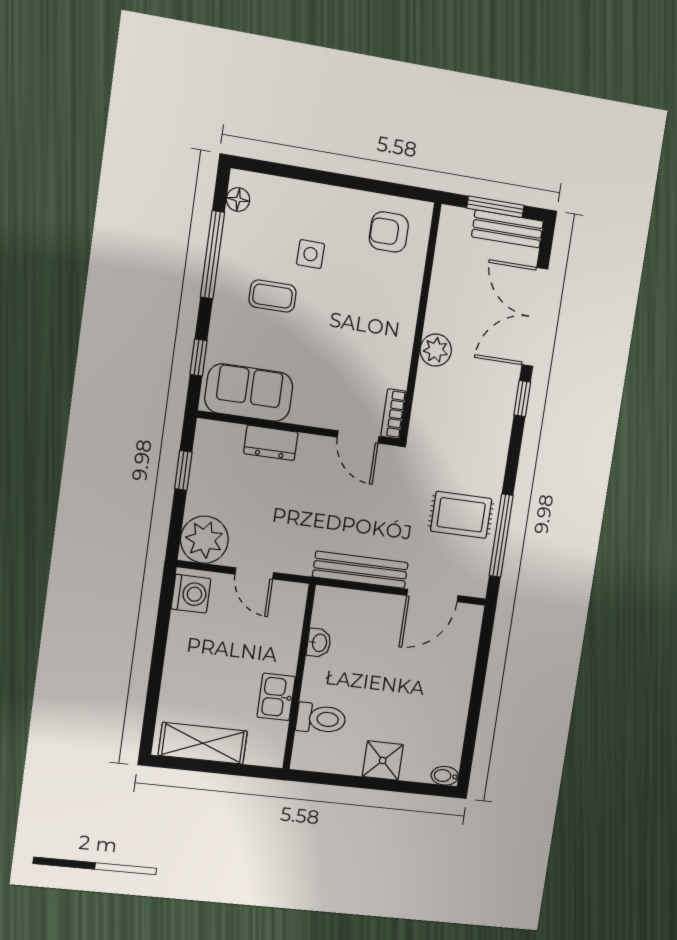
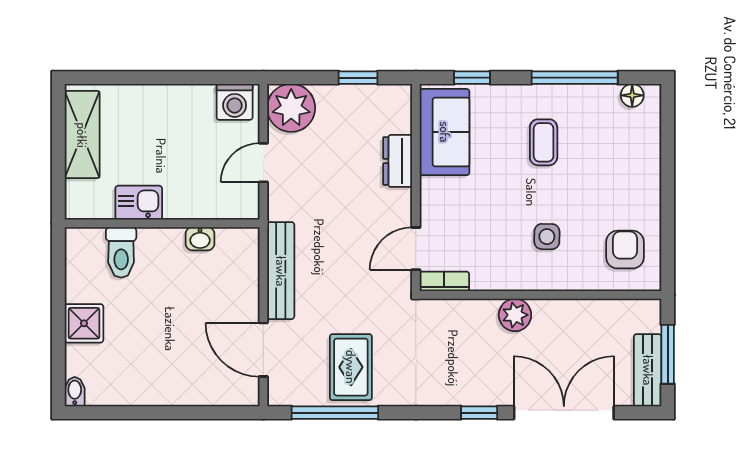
side table: (310, 254) -> (547, 237), moved

